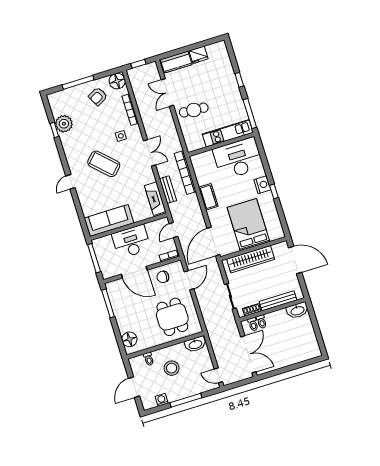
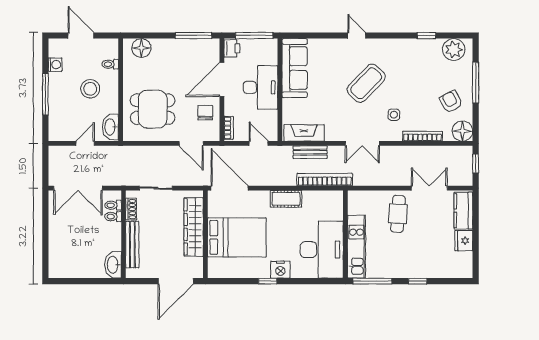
plant: (64, 124) -> (454, 50), moved
printer: (109, 272) -> (232, 48), added
door: (218, 375) -> (85, 143), moved

